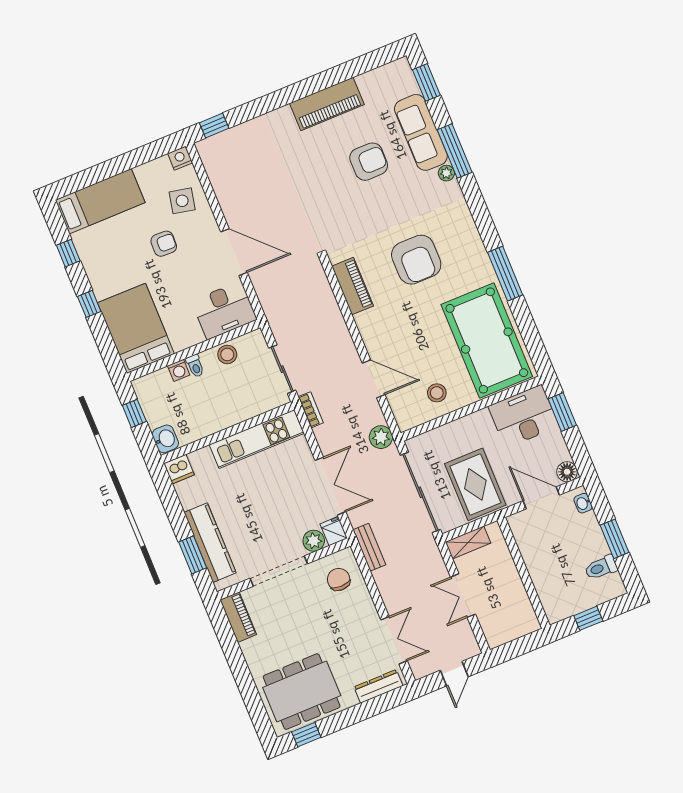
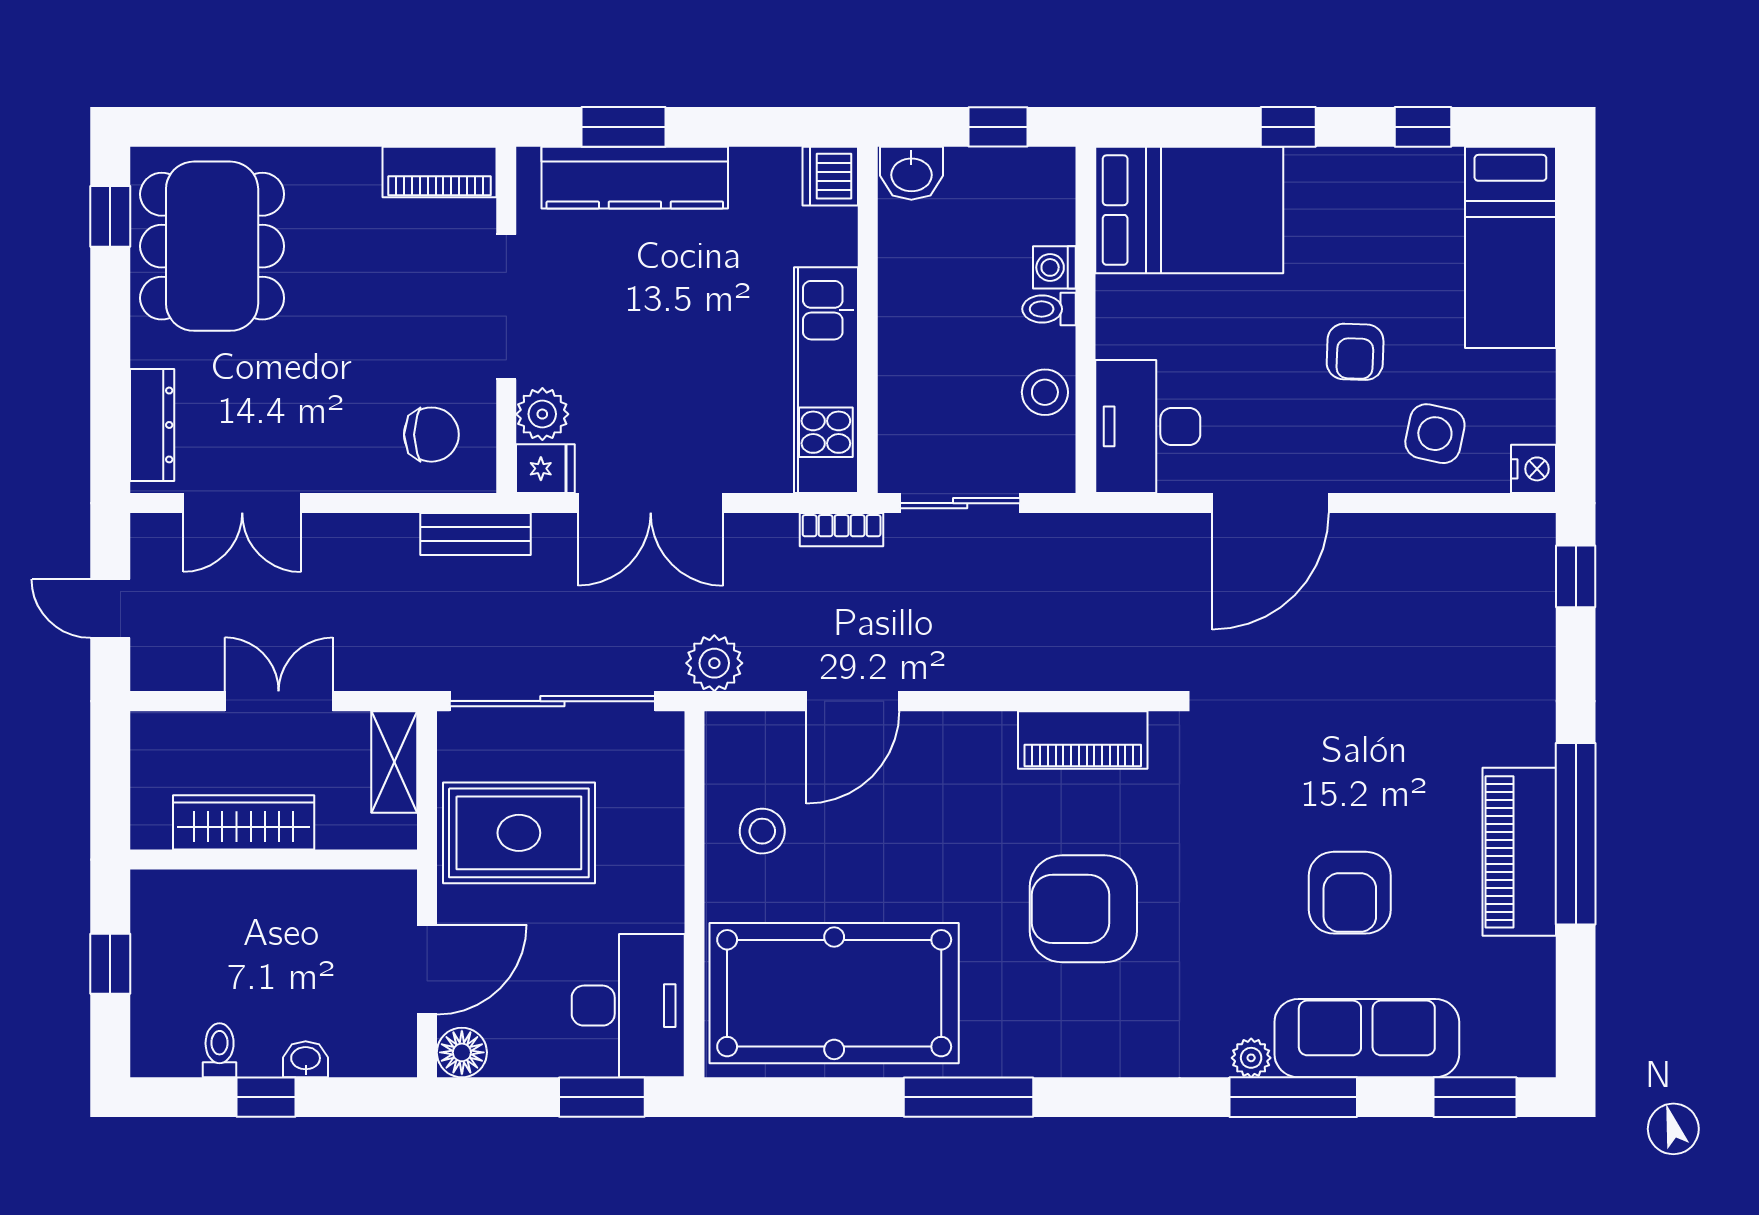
window: (311, 85) -> (1576, 834), added
washbasin: (583, 503) -> (306, 1059), moved
window: (614, 539) -> (266, 1097), width x0.67
toilet: (601, 568) -> (220, 1050), width x0.73, depth x0.72
wardrobe: (514, 590) -> (244, 822), added

